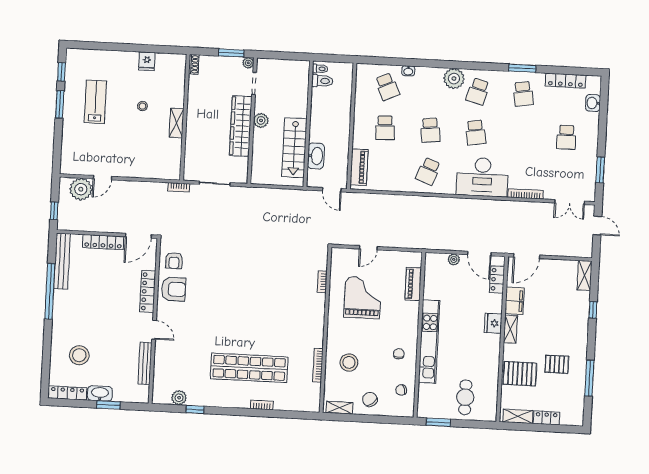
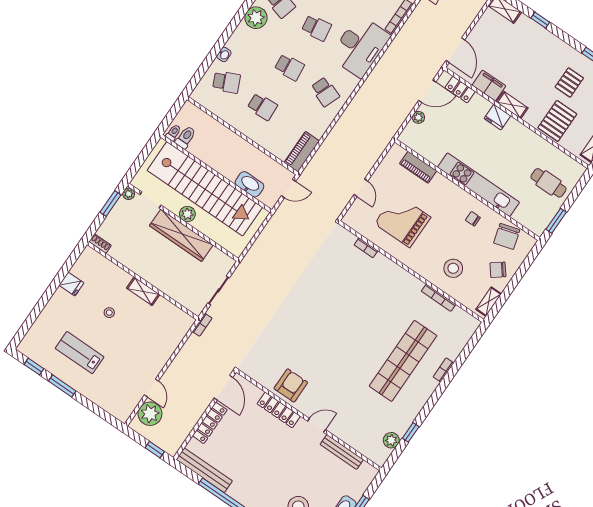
stairs: (294, 148) -> (205, 189), width x1.86, depth x1.51
piano: (359, 167) -> (302, 152), moved, turned -90
armchair: (174, 261) -> (265, 369), removed
chair: (401, 390) -> (507, 236), width x1.87, depth x1.87

